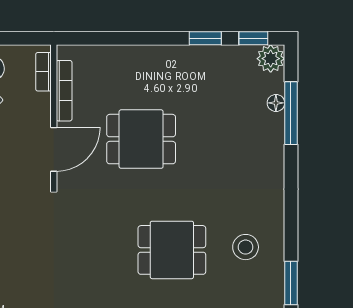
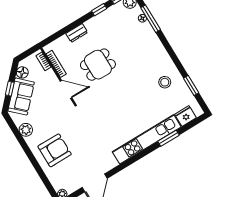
dresser: (137, 56) -> (77, 33), added
door: (54, 149) -> (66, 89), hinge flipped
dining table: (172, 250) -> (136, 101), removed

